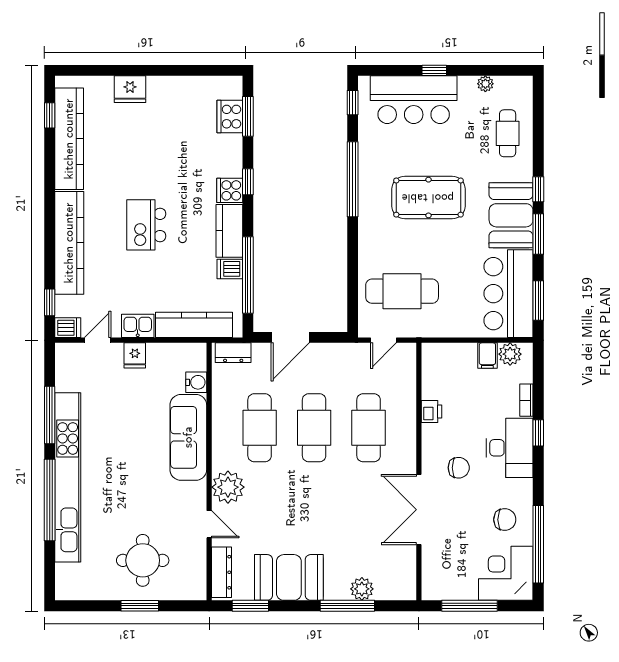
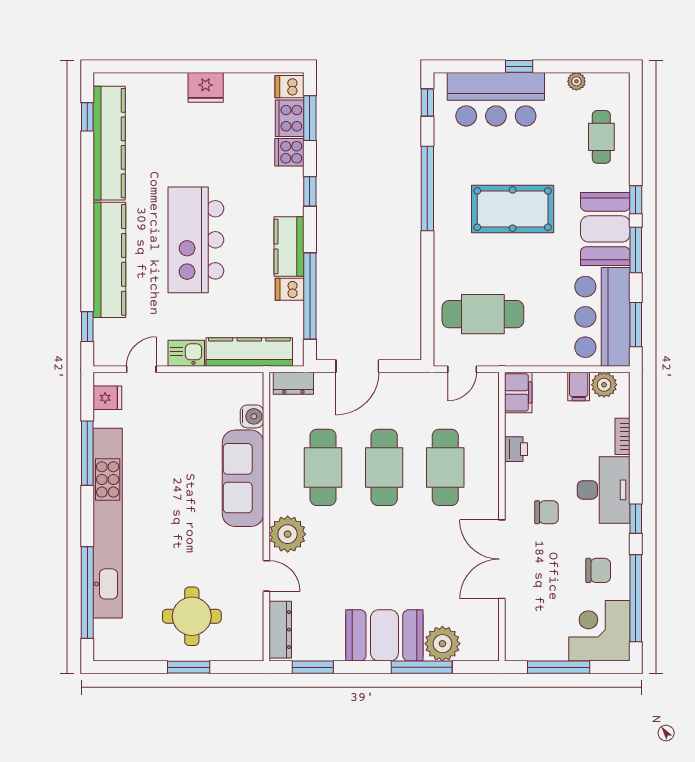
fridge: (130, 89) -> (206, 87), moved
cooker: (230, 190) -> (289, 152), moved
kitchen island: (146, 225) -> (196, 240), width x1.87, depth x1.28
dishwasher: (68, 328) -> (290, 87), moved, turned 180
fridge: (135, 355) -> (107, 398), moved, turned -90
filing cabinet: (434, 361) -> (518, 392), added
window: (538, 433) -> (636, 519), moved
window: (50, 500) -> (87, 593), moved
booth: (289, 577) -> (384, 635), moved
plant: (362, 589) -> (442, 644), width x1.36, depth x1.36

